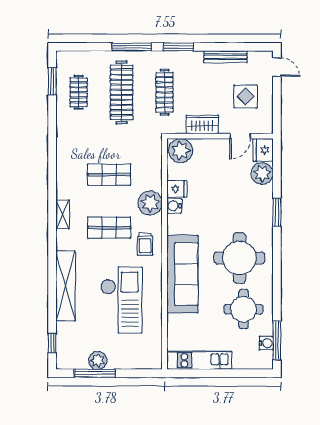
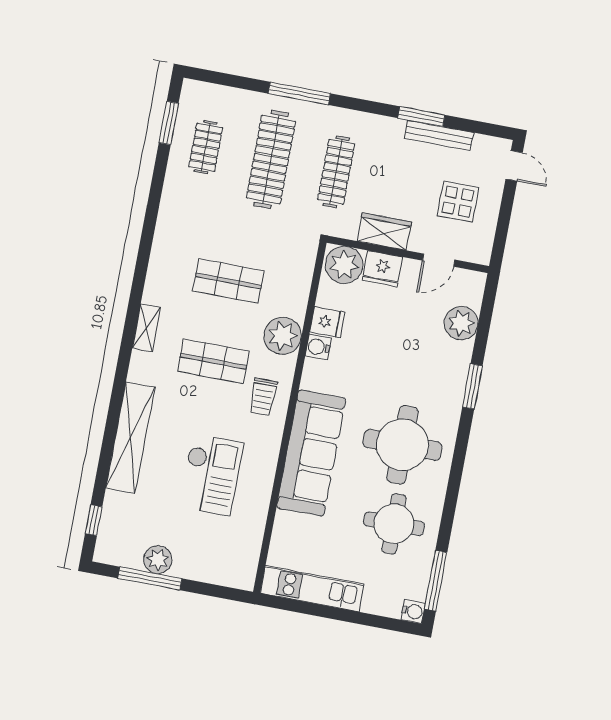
window: (178, 47) -> (421, 116), moved
fridge: (263, 150) -> (382, 269), moved, turned -90
checkout: (121, 300) -> (211, 475), width x0.73, depth x0.83
water cooler: (266, 343) -> (413, 611), moved

